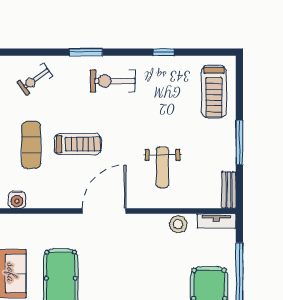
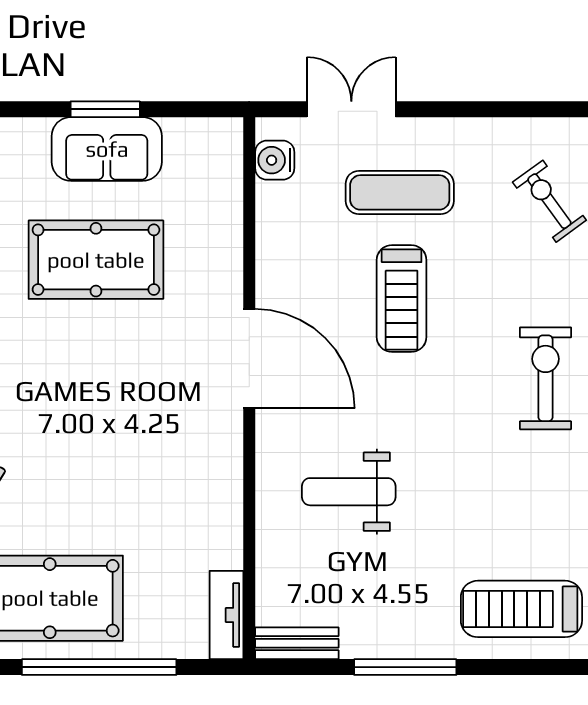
stool: (178, 224) -> (219, 528), removed

